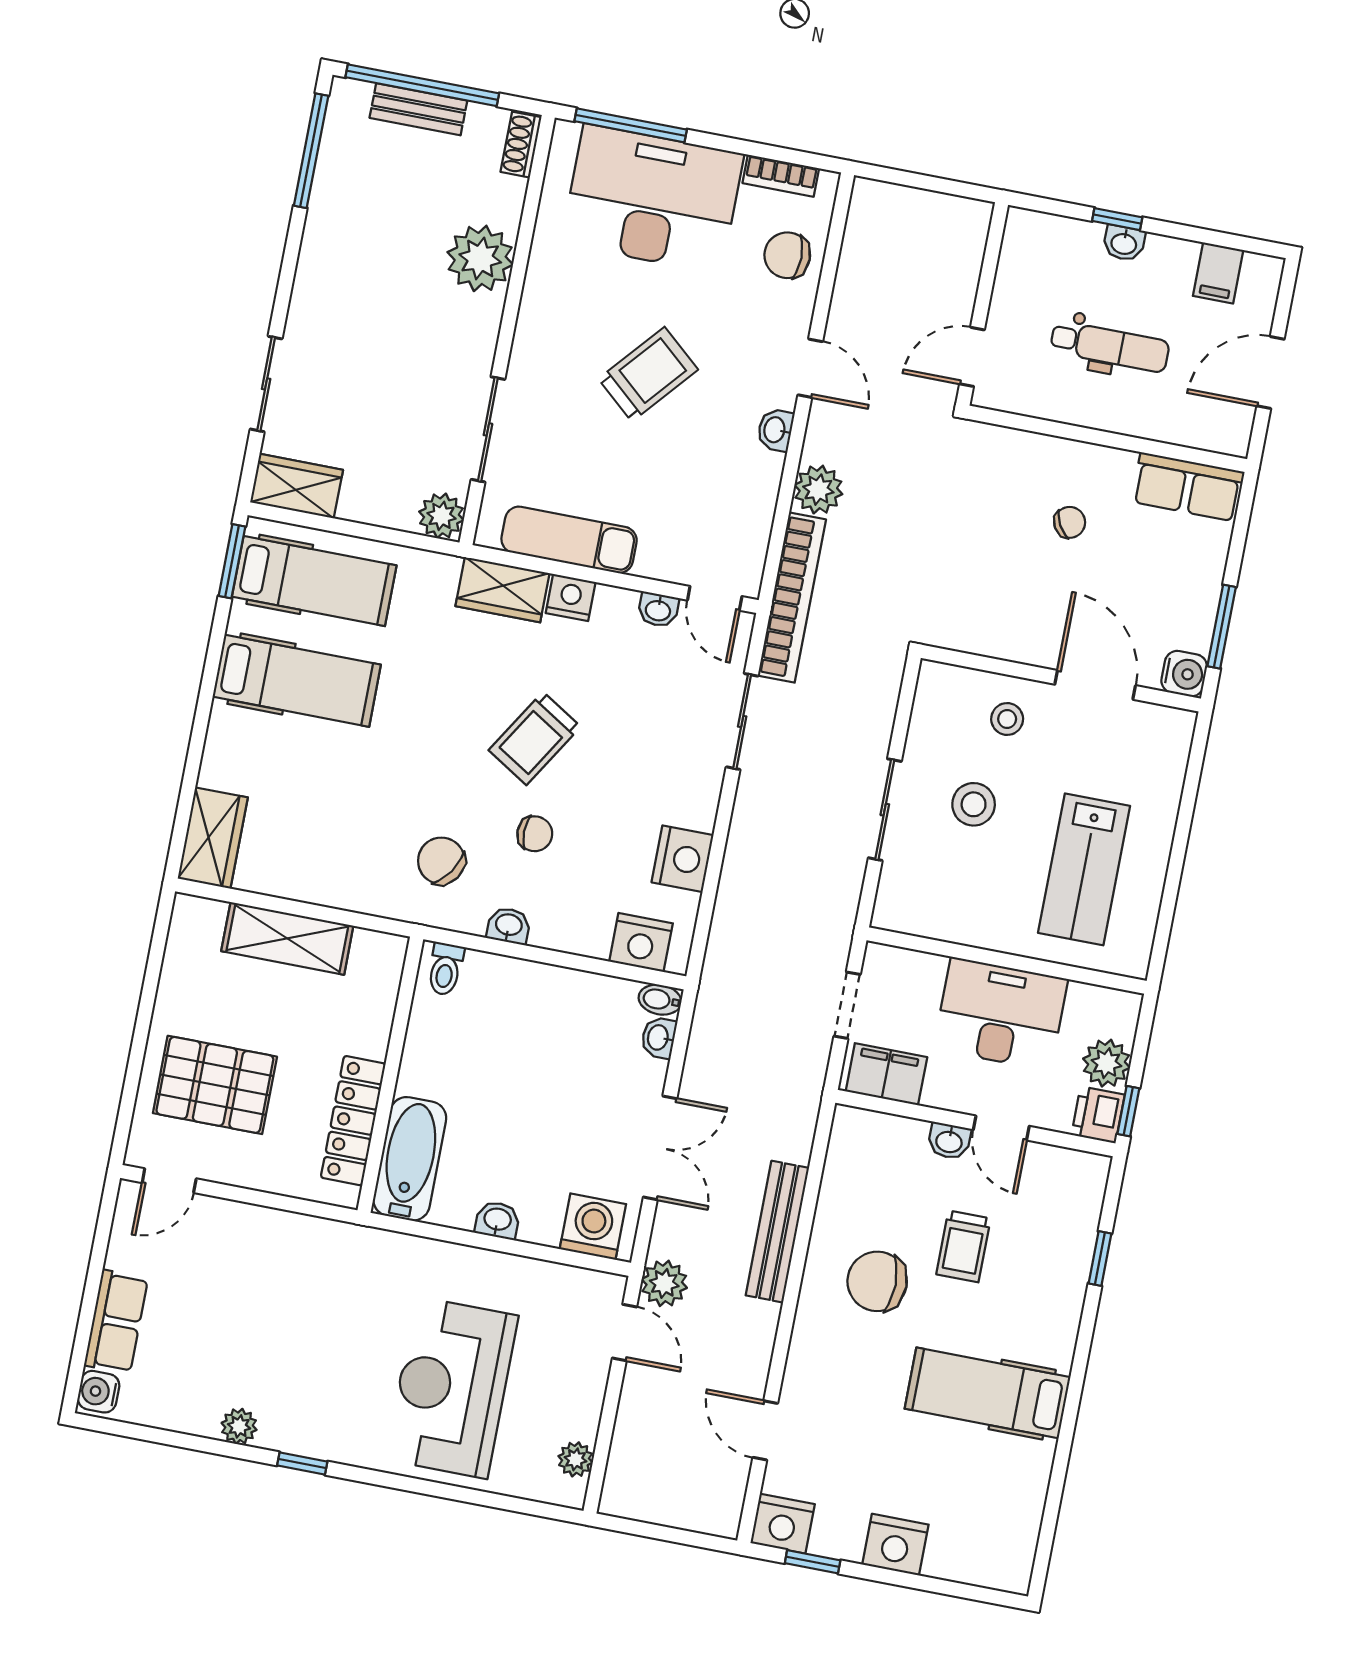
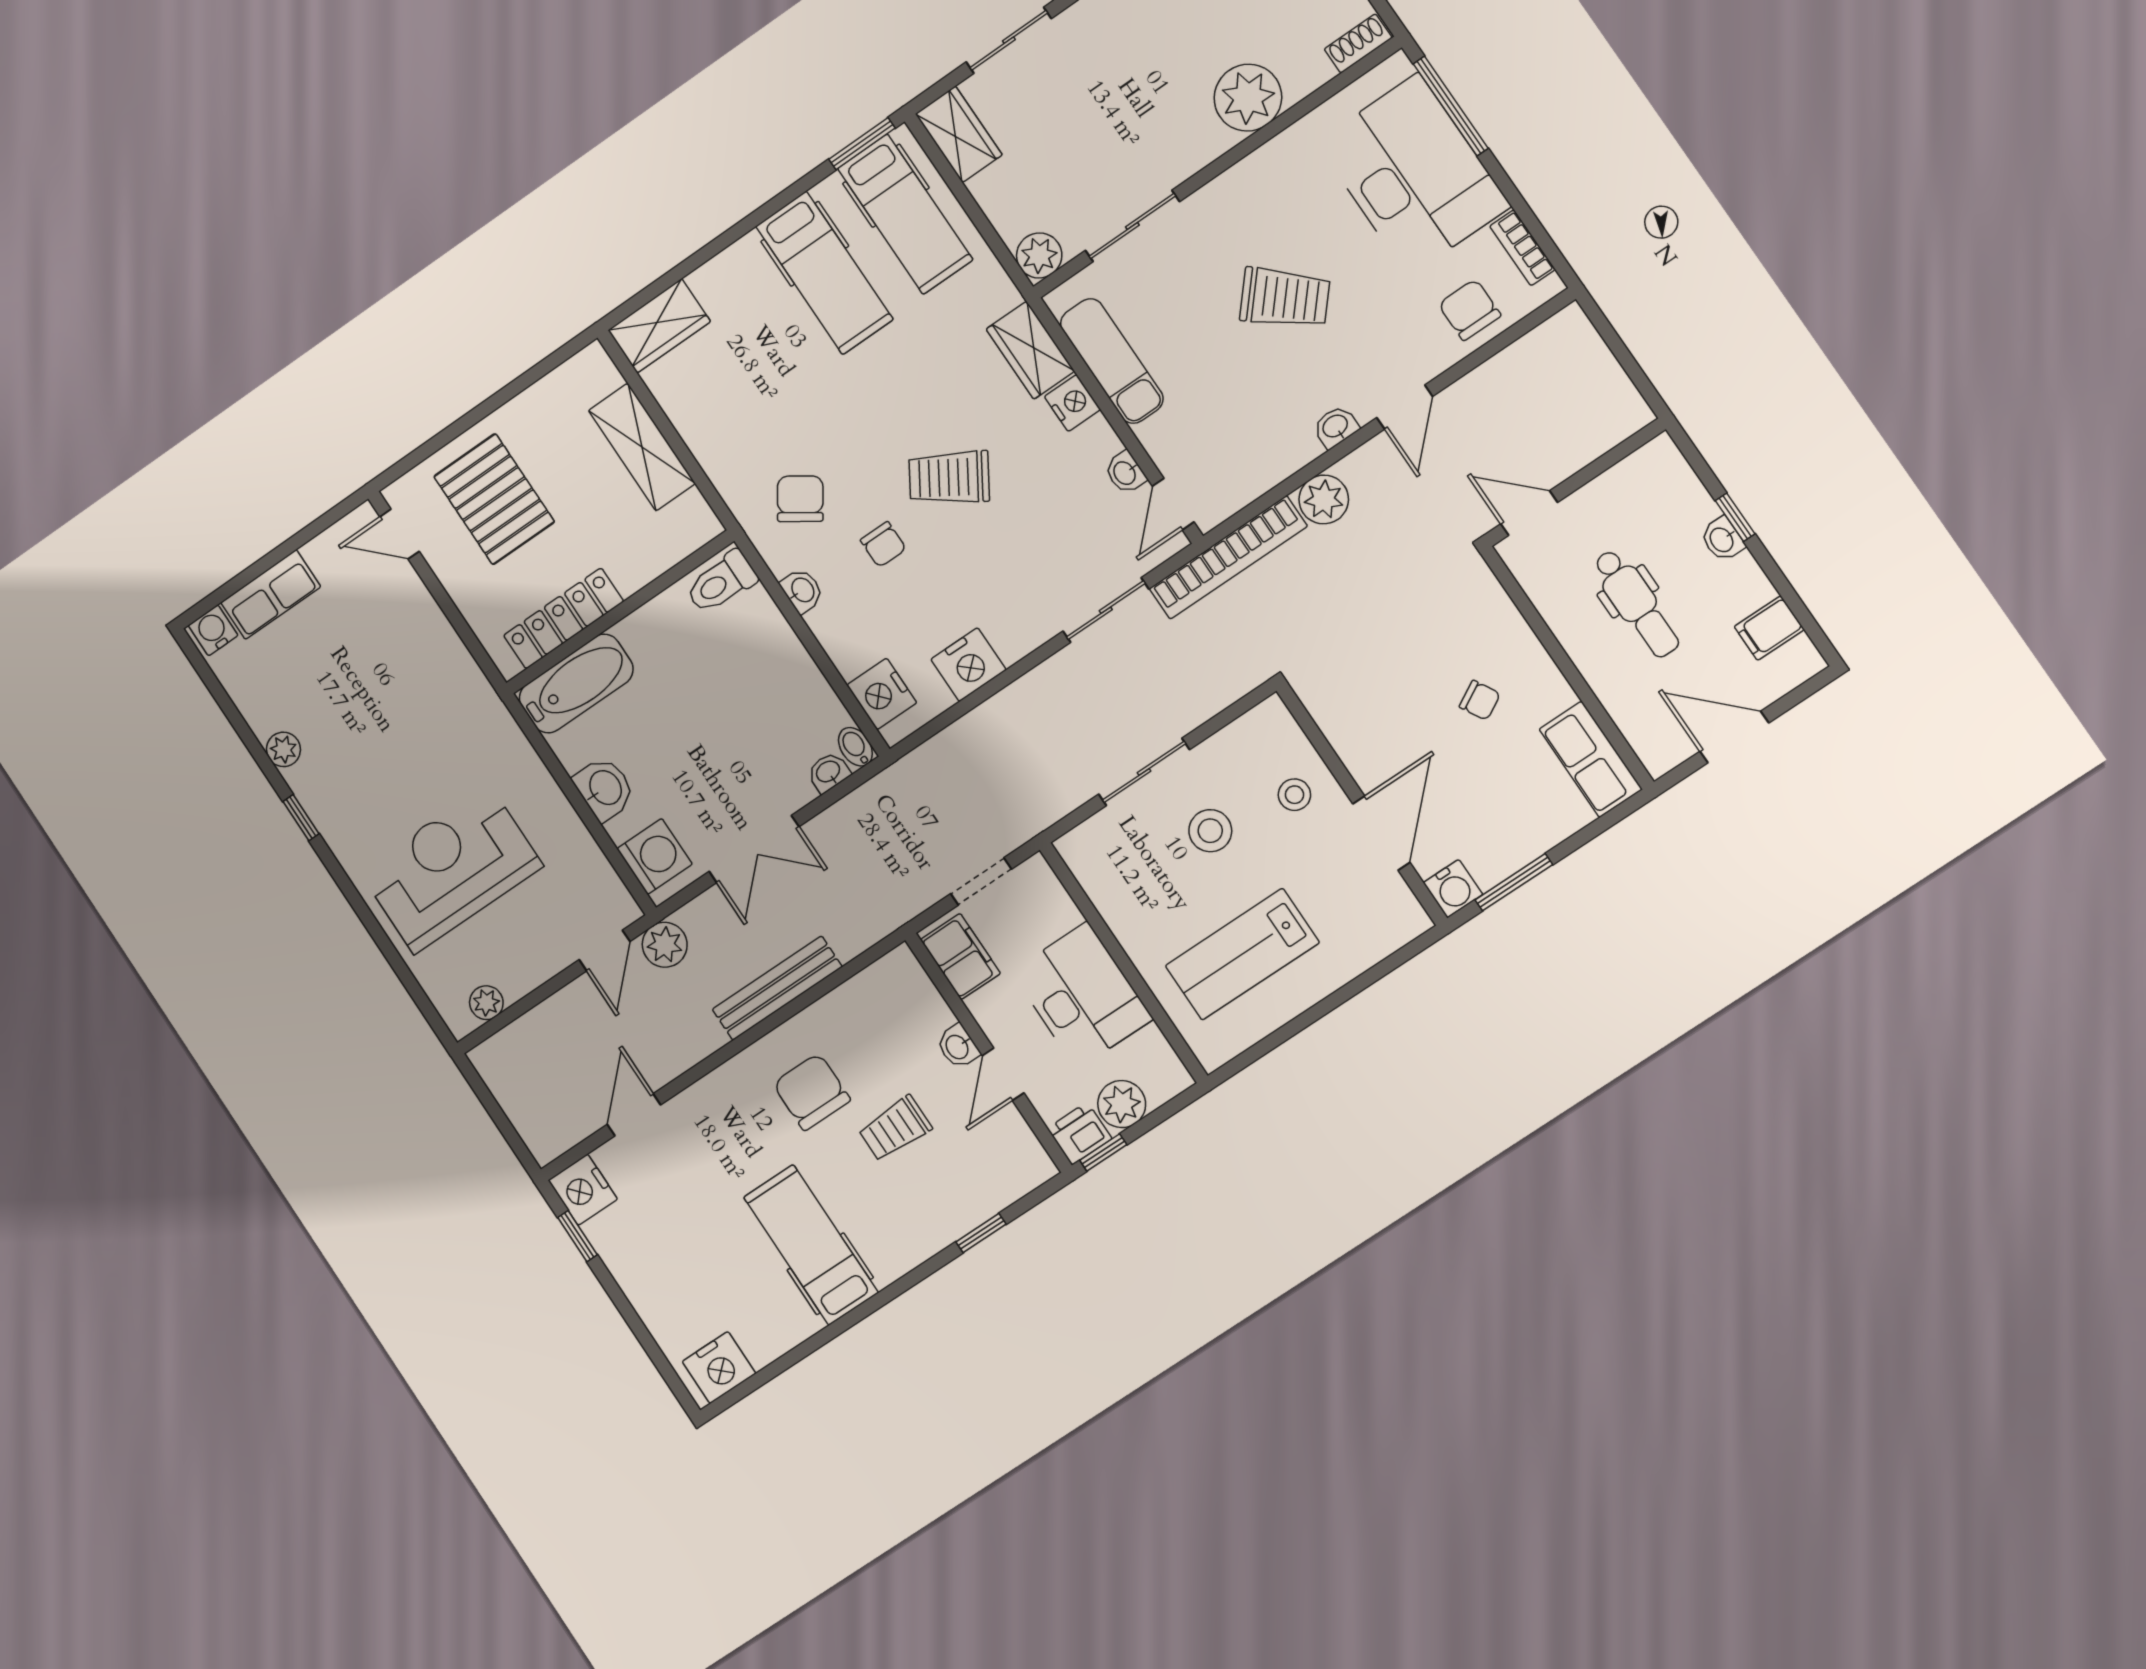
toilet: (445, 969) -> (721, 582), width x1.37, depth x1.39
washbasin: (497, 1220) -> (604, 788), width x1.38, depth x1.45
nightstand: (895, 1545) -> (719, 1367), moved, turned -90

